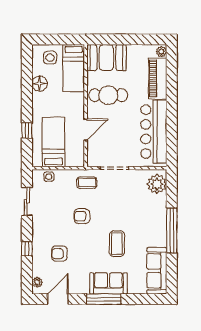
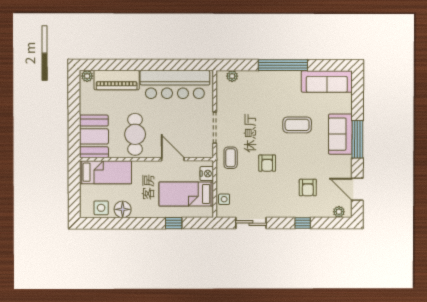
side table: (50, 58) -> (101, 208), moved
nightstand: (72, 161) -> (207, 174), added
plant: (157, 184) -> (232, 76), width x0.53, depth x0.53

